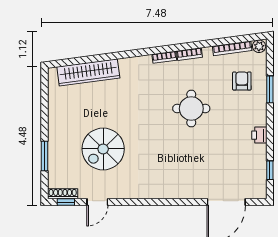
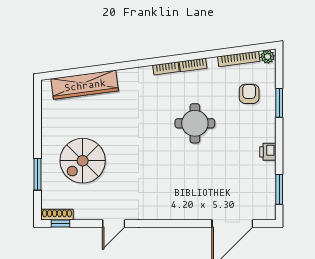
spiral stairs: (103, 149) -> (83, 161), moved
window: (270, 170) -> (279, 189), width x1.50
door: (97, 202) -> (114, 224), moved

